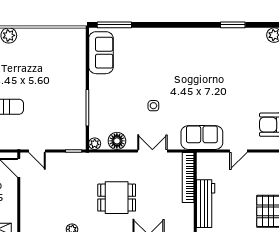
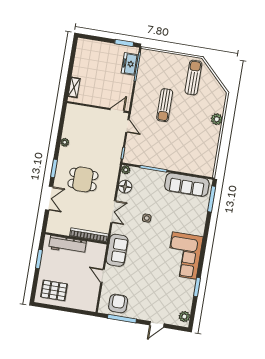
corner sofa: (194, 48) -> (184, 255), added
sofa: (101, 53) -> (187, 185), width x1.36
door: (37, 151) -> (127, 126), swing flipped
dining table: (117, 198) -> (83, 179), turned 90

